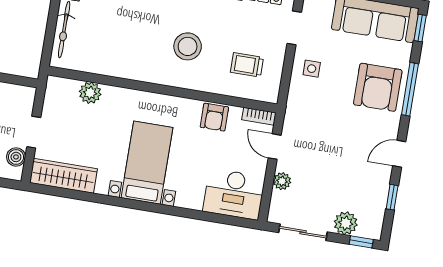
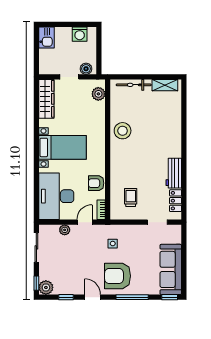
stool: (188, 46) -> (123, 131), moved
side table: (312, 69) -> (113, 244), moved
armchair: (378, 87) -> (118, 276), moved
plant: (90, 93) -> (98, 94), moved
boiler: (16, 157) -> (86, 69), moved
desk: (234, 194) -> (56, 196), width x1.36, depth x1.30
plant: (346, 223) -> (46, 287), moved

